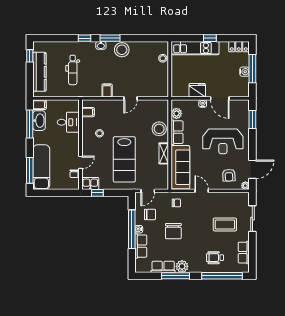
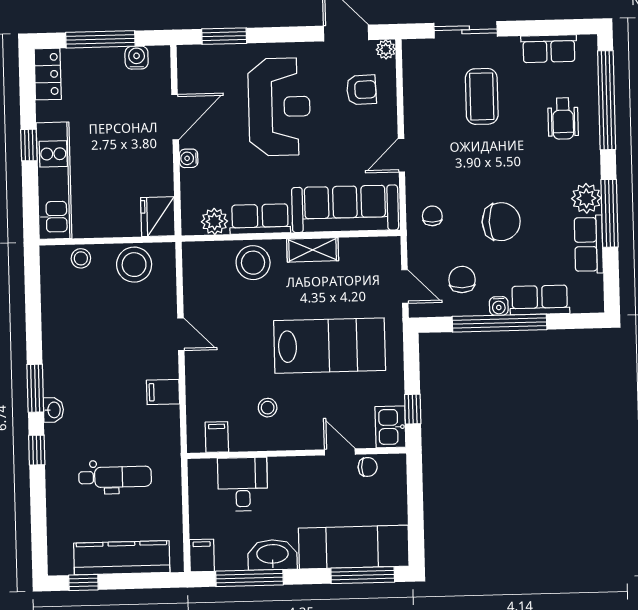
stool: (122, 50) -> (134, 265), moved
water cooler: (245, 72) -> (137, 58), moved
fridge: (197, 90) -> (158, 217), moved
washbasin: (39, 121) -> (273, 555), moved

